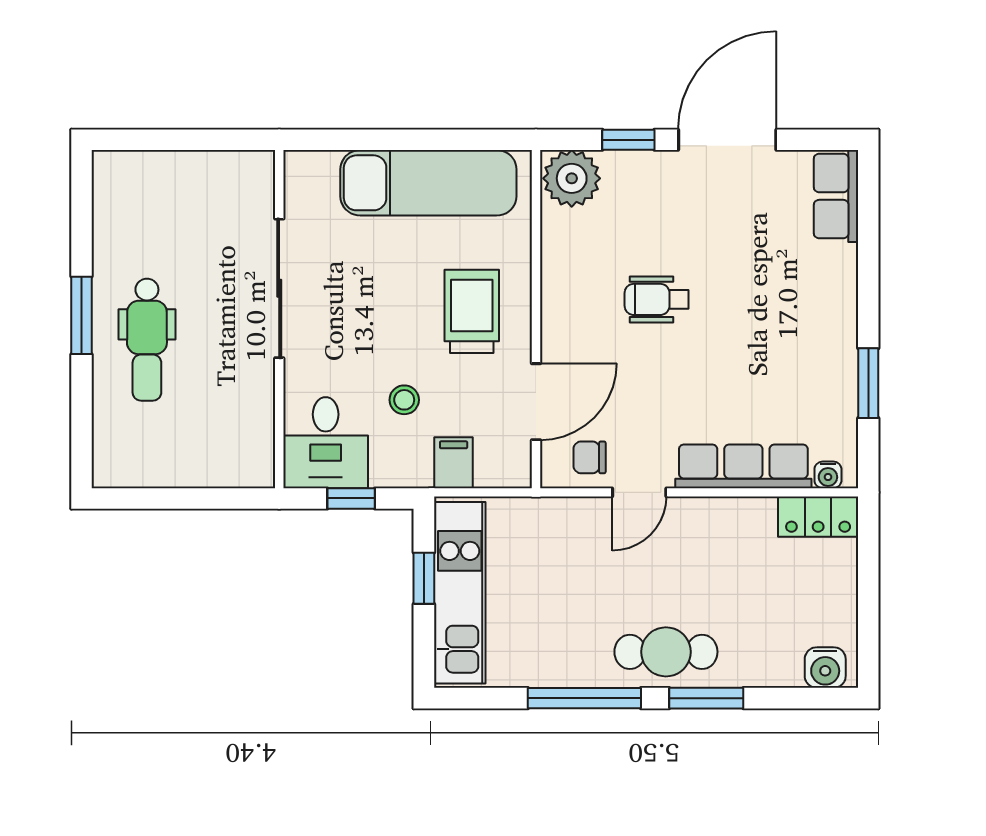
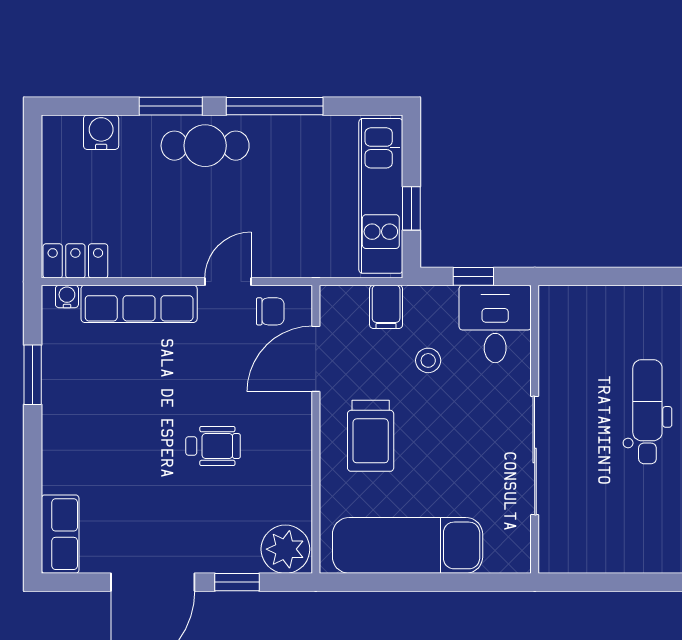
water cooler: (825, 668) -> (101, 132), moved

